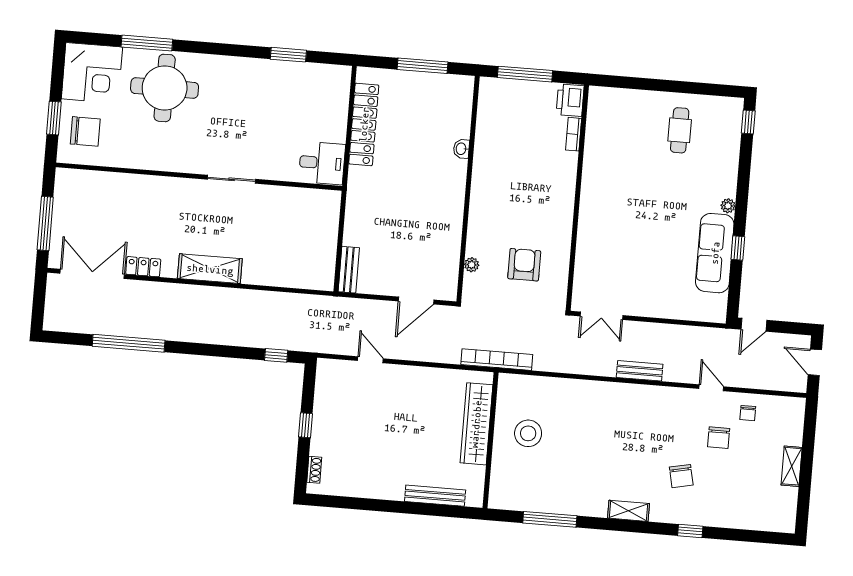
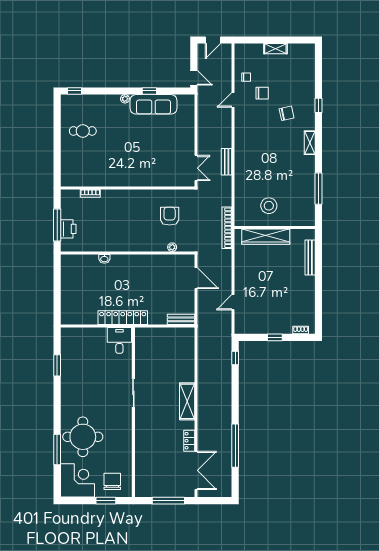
window: (423, 66) -> (57, 286), removed
printer: (570, 100) -> (68, 229), moved, turned -90
locker: (364, 124) -> (123, 318), moved
armchair: (524, 265) -> (170, 216), turned 90
double door: (92, 274) -> (196, 470), swing flipped
bench: (640, 371) -> (227, 162), moved

